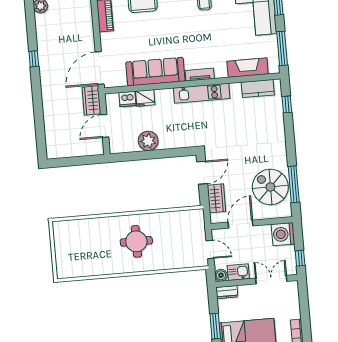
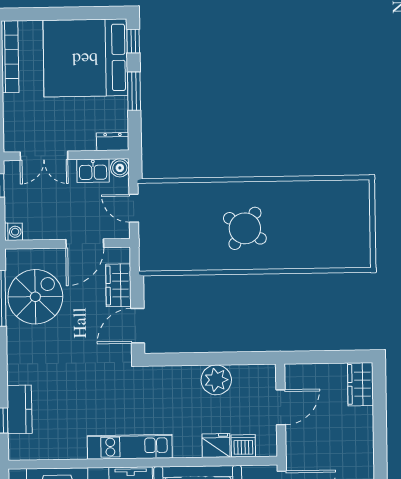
kitchen counter: (258, 88) -> (20, 409), moved, turned 90
wardrobe: (91, 100) -> (360, 384), moved, turned 180
spiral stairs: (270, 187) -> (35, 297), turned -90
washing machine: (283, 234) -> (13, 232), width x0.53, depth x0.53
round table: (136, 241) -> (245, 228), turned 34

